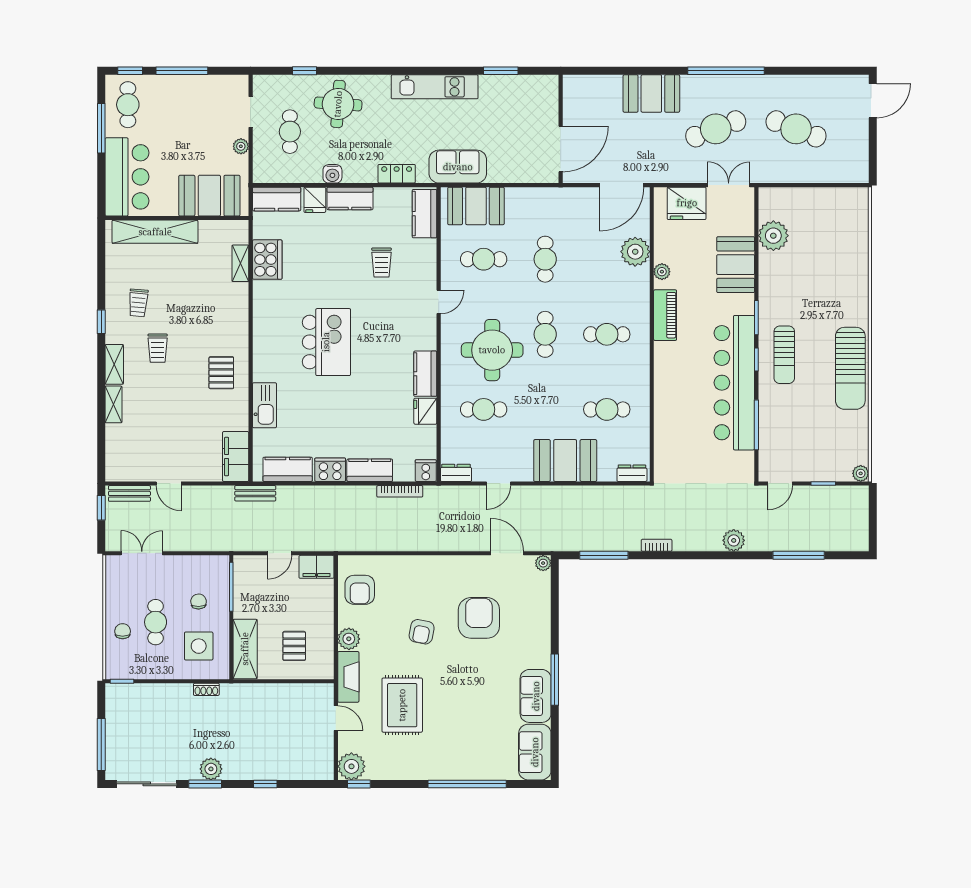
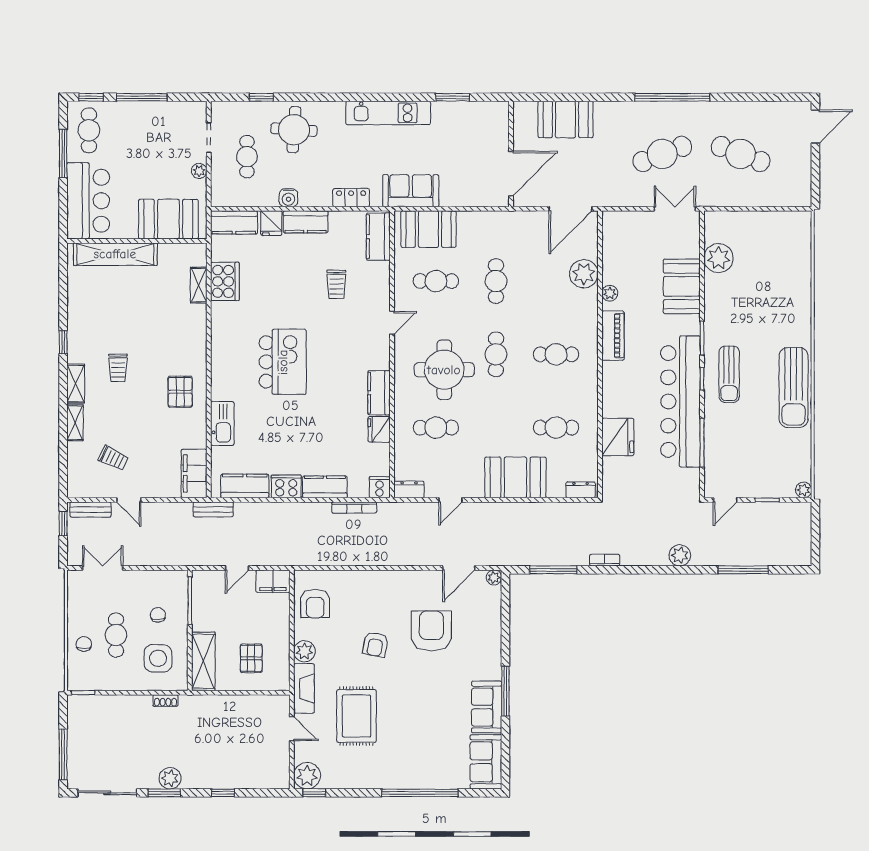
booth: (651, 93) -> (566, 119), moved
fridge: (687, 203) -> (618, 437), moved, turned -90
trolley: (138, 303) -> (113, 458), moved, turned -69
door: (507, 553) -> (459, 568), swing flipped

